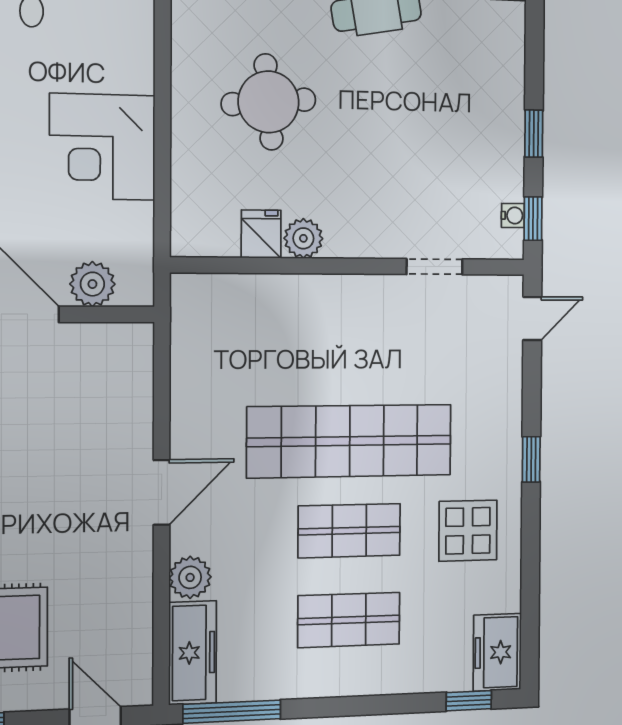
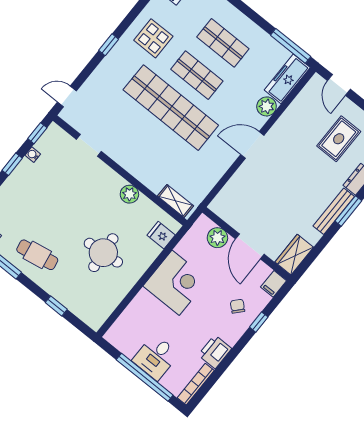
water cooler: (513, 215) -> (33, 155), moved
fridge: (261, 234) -> (161, 235), moved, turned 90
shelving: (216, 290) -> (176, 201), added

